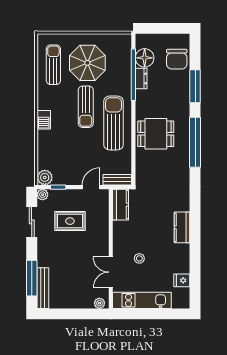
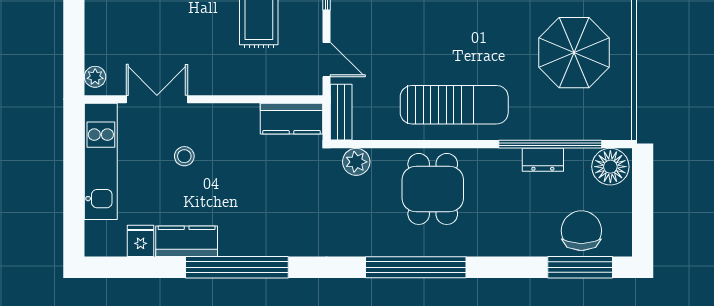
floor lamp: (145, 58) -> (610, 167), moved
chair: (177, 59) -> (581, 231), turned 90
window: (195, 86) -> (580, 267), moved
sun lounger: (86, 107) -> (487, 49), removed
plant: (142, 172) -> (356, 162), added
kitchen counter: (182, 227) -> (187, 241), moved
window: (195, 232) -> (237, 267), added

